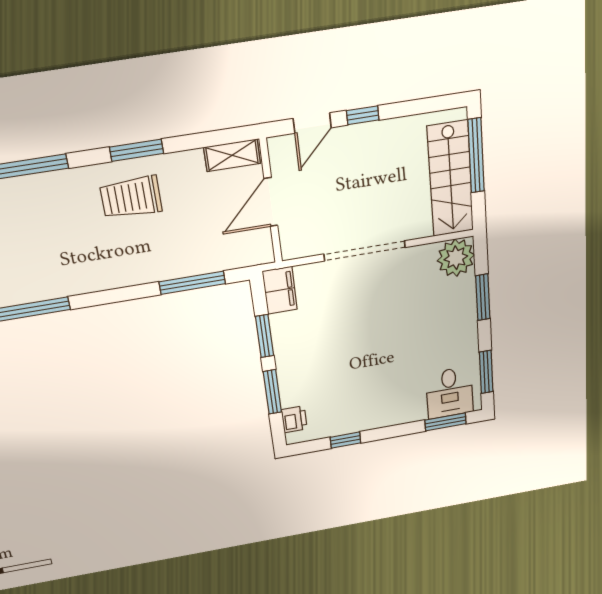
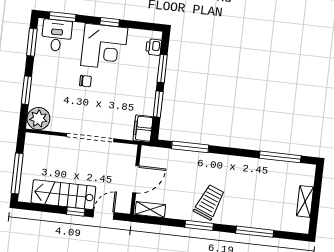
stairs: (451, 179) -> (63, 195), moved, turned -90
trolley: (131, 197) -> (209, 202), turned -68
chair: (391, 338) -> (85, 81), added
corner desk: (372, 398) -> (104, 47), added
window: (345, 440) -> (110, 22), moved

